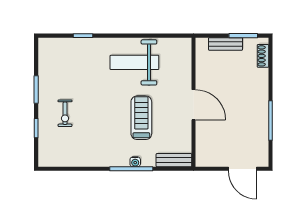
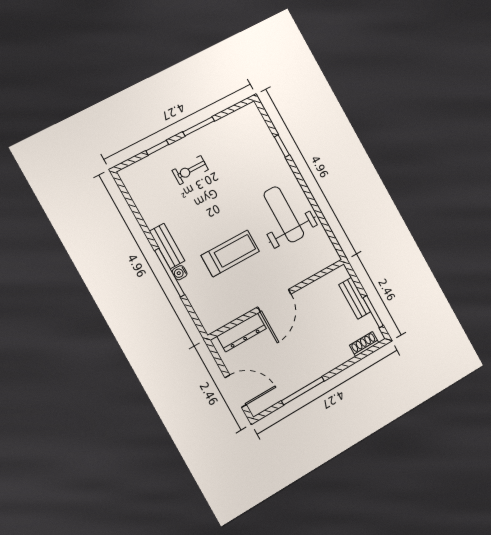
dresser: (203, 141) -> (242, 332), added
bench: (174, 160) -> (167, 246), moved
door: (242, 169) -> (236, 391), swing flipped

